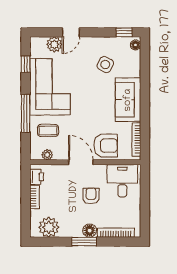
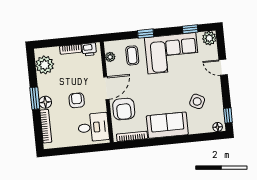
plant: (54, 44) -> (209, 38), moved
window: (26, 113) -> (146, 34), width x0.46
armchair: (91, 196) -> (77, 100), turned -90

